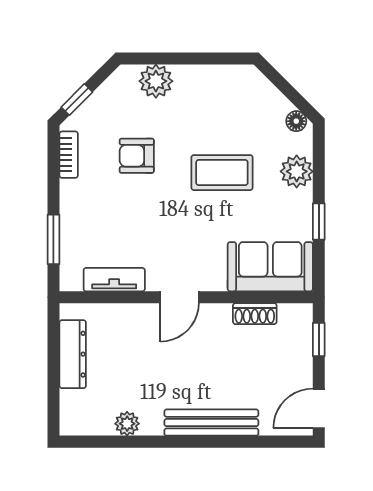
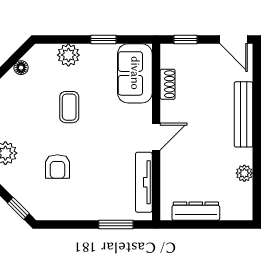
floor lamp: (296, 121) -> (21, 68), moved
bookcase: (69, 155) -> (57, 214), removed
coffee table: (222, 173) -> (69, 107), width x0.73, depth x0.77
tv unit: (114, 280) -> (144, 182), width x1.41
door: (180, 297) -> (156, 137), hinge flipped

